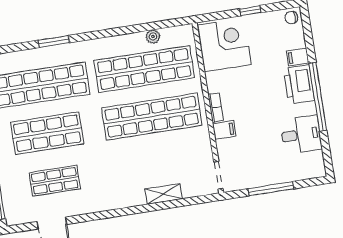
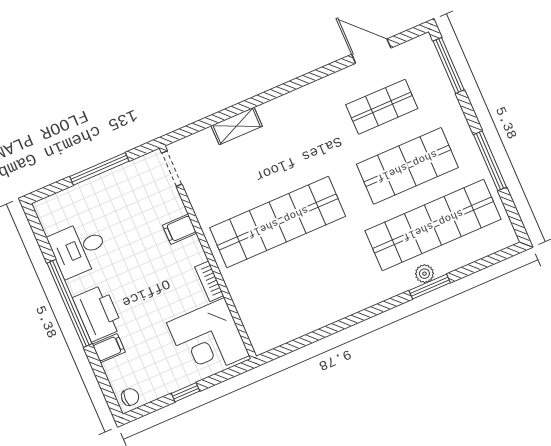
plant: (153, 37) -> (424, 274), moved
shop shelf: (144, 69) -> (303, 281), removed
bookcase: (216, 107) -> (209, 281), moved

